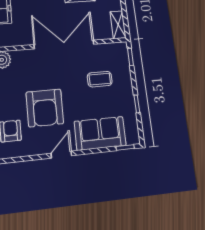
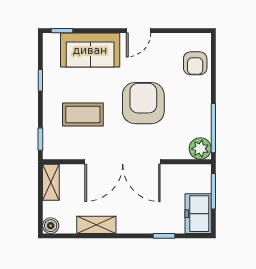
coffee table: (100, 79) -> (83, 115), width x1.36, depth x1.30
armchair: (45, 108) -> (143, 103), moved

